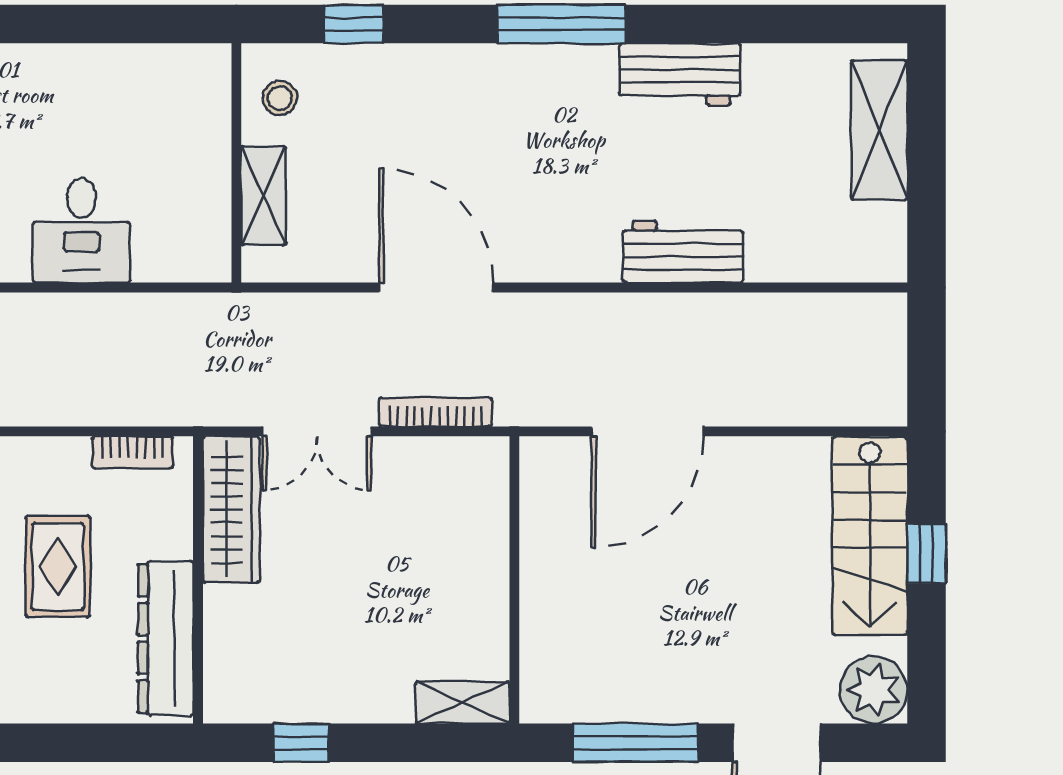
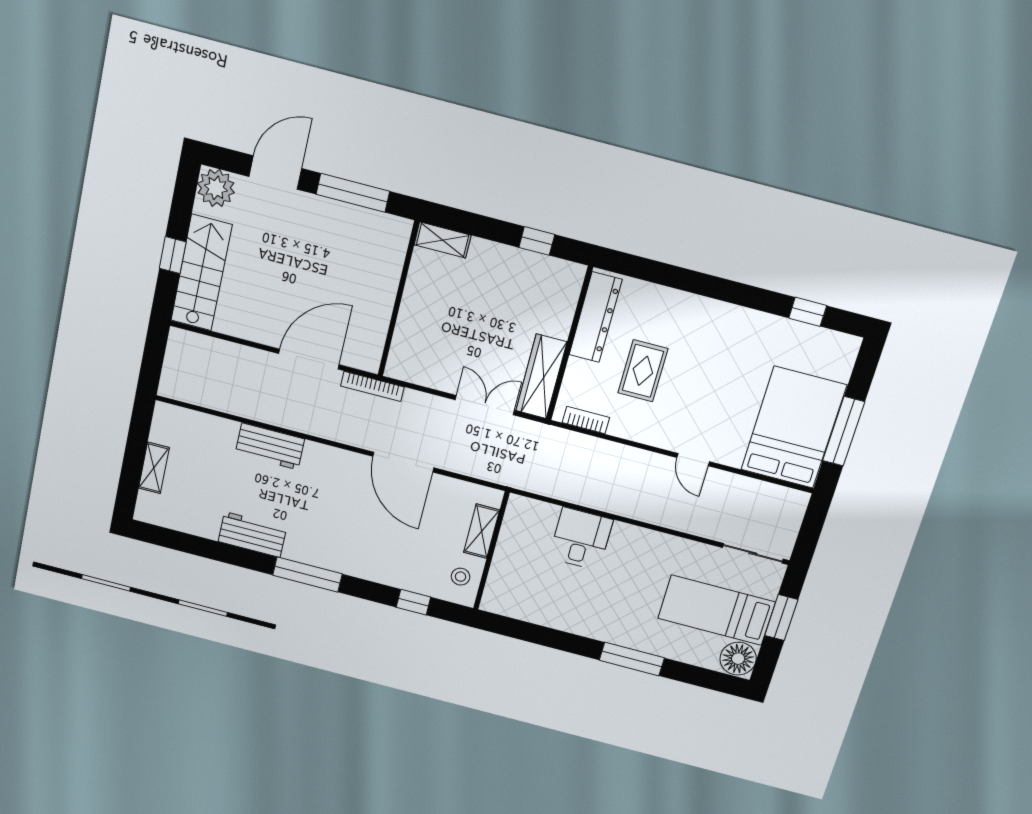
shelving: (879, 130) -> (154, 468), width x0.67, depth x0.75
bookcase: (436, 412) -> (372, 386), moved

